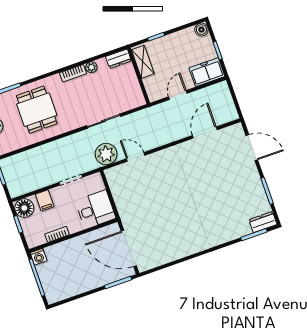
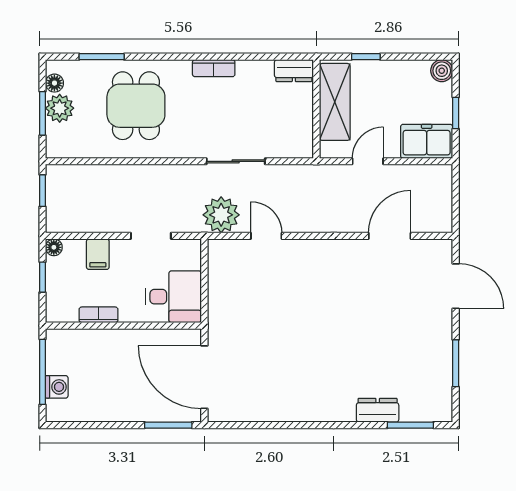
shelving: (143, 62) -> (335, 102), width x1.50, depth x1.33
plant: (91, 67) -> (246, 69), removed
floor lamp: (24, 208) -> (54, 247), width x0.53, depth x0.53
dresser: (263, 222) -> (378, 410), moved
washing machine: (39, 257) -> (57, 387), moved, turned -90

